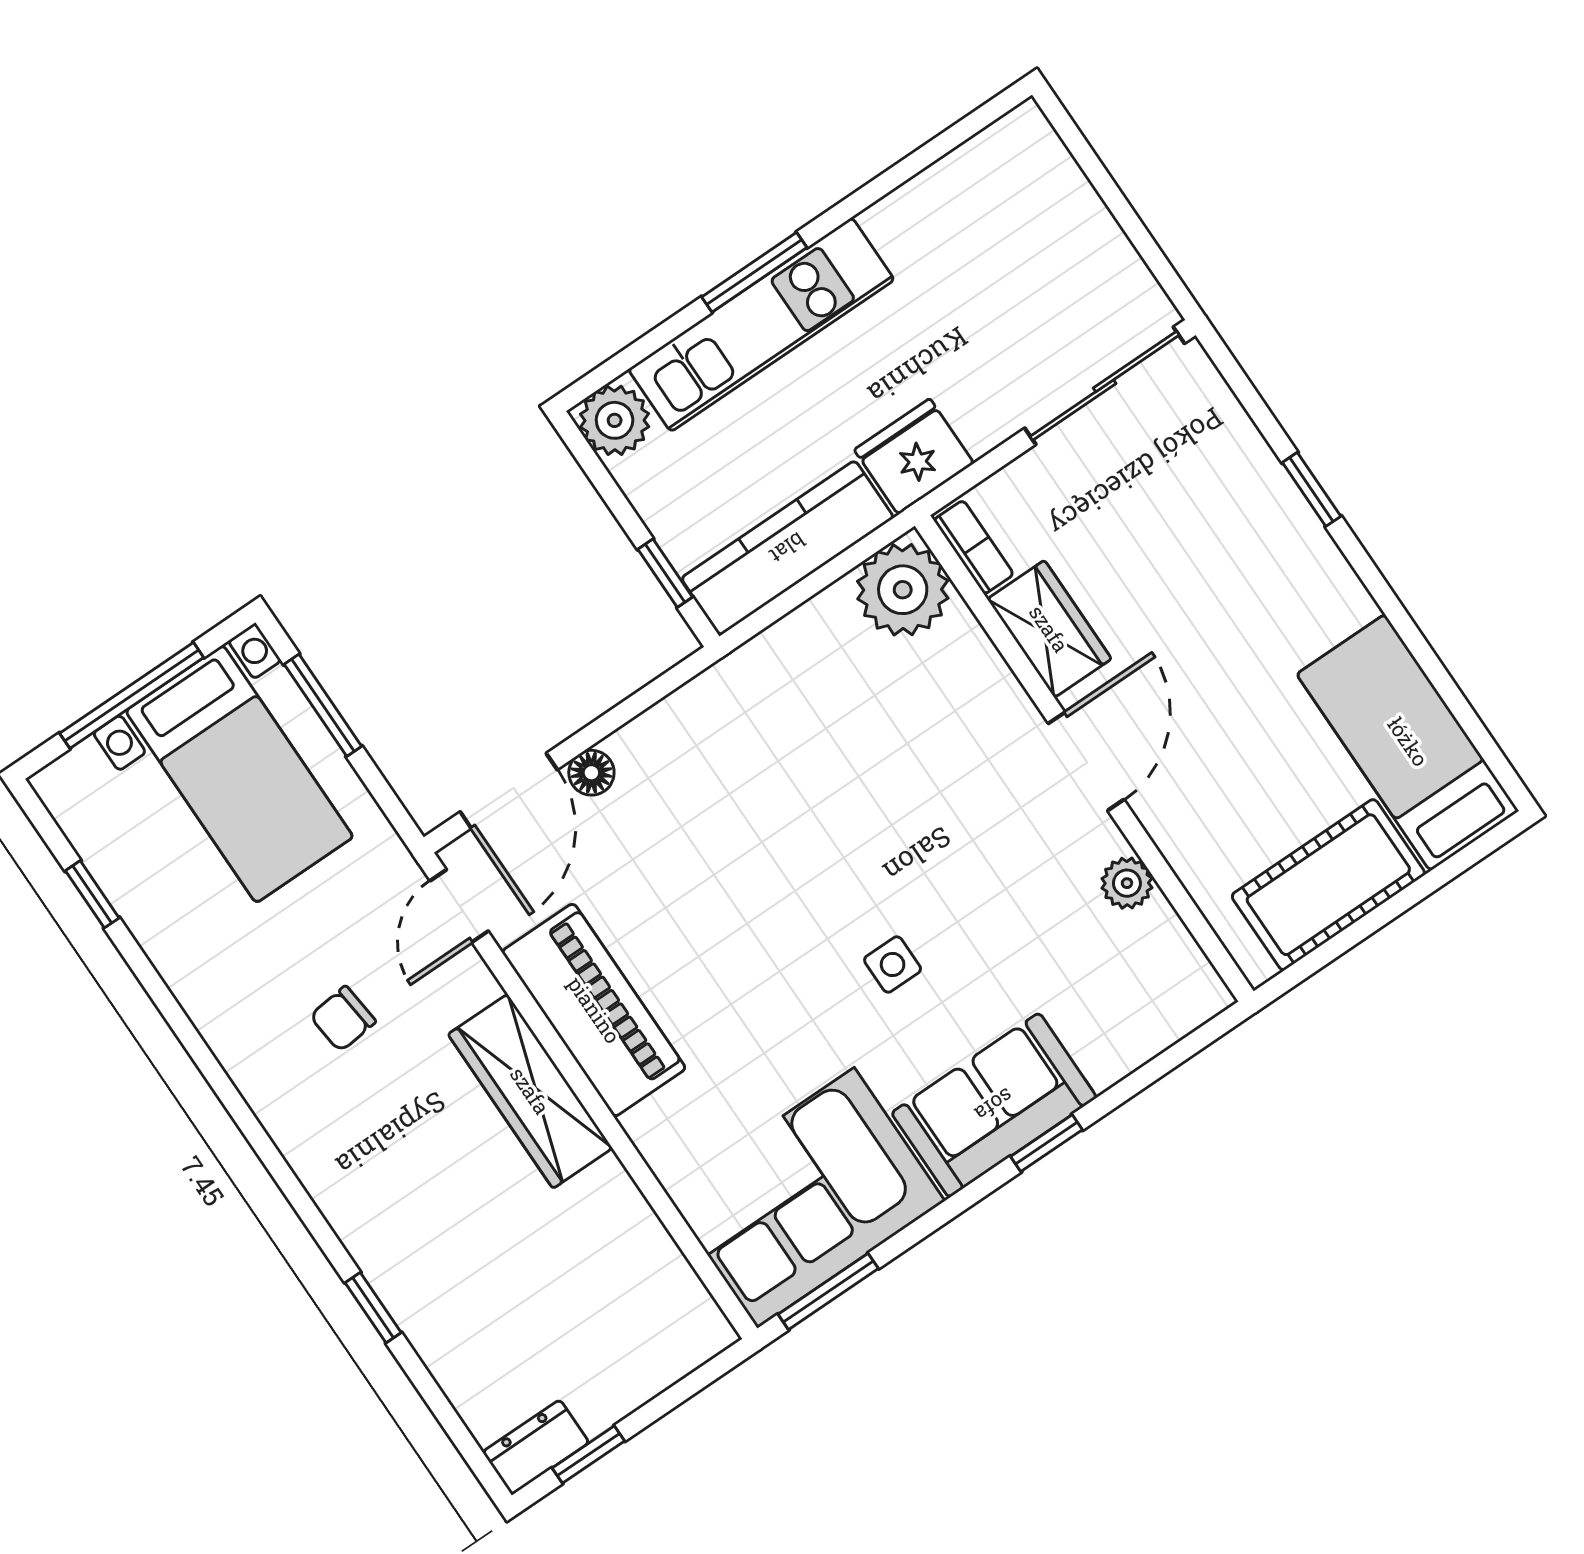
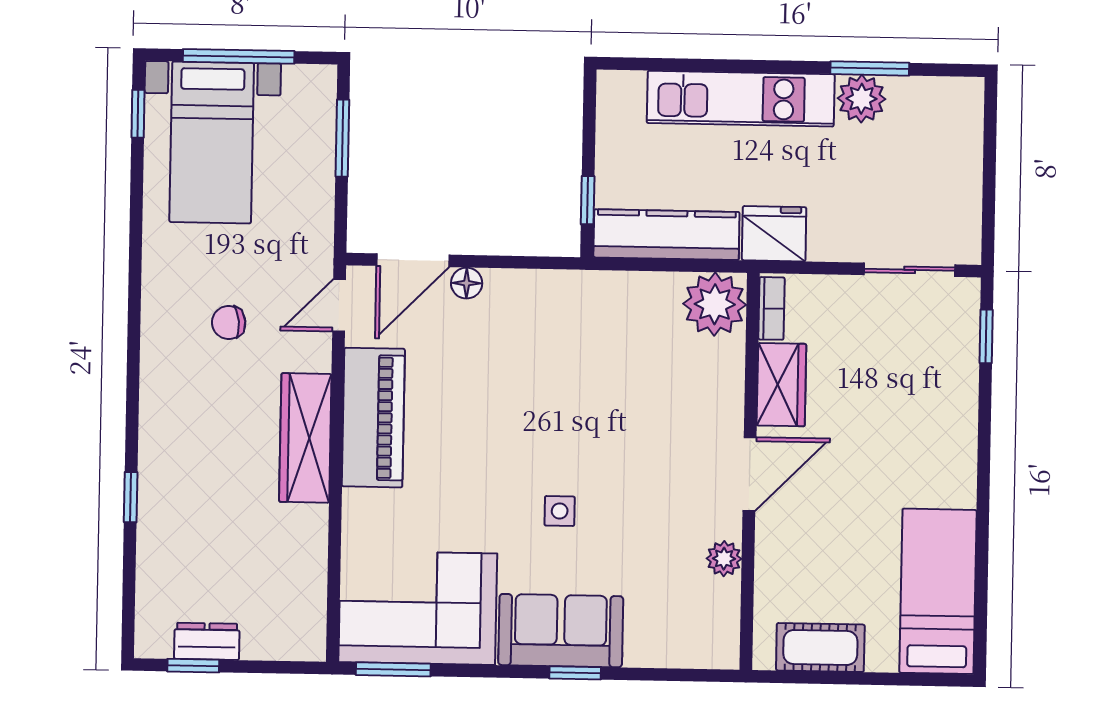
window: (754, 272) -> (870, 68), moved
sliding door: (1105, 386) -> (910, 270), width x0.73
plant: (615, 420) -> (862, 99), moved
window: (1312, 489) -> (986, 336), moved
bed with nightstands: (239, 774) -> (212, 142), moved
cot: (1328, 885) -> (820, 647), width x0.73, depth x0.75
window: (92, 894) -> (138, 114), moved
dresser: (536, 1447) -> (207, 641), moved

